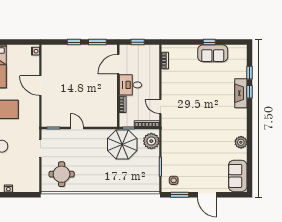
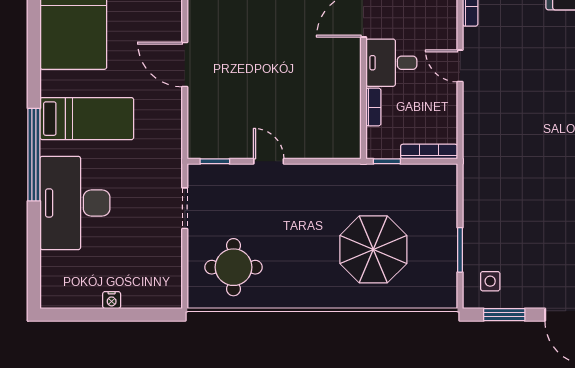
door: (160, 107) -> (460, 66), moved
plant: (151, 141) -> (439, 191), removed
parasol: (122, 145) -> (373, 249), moved

